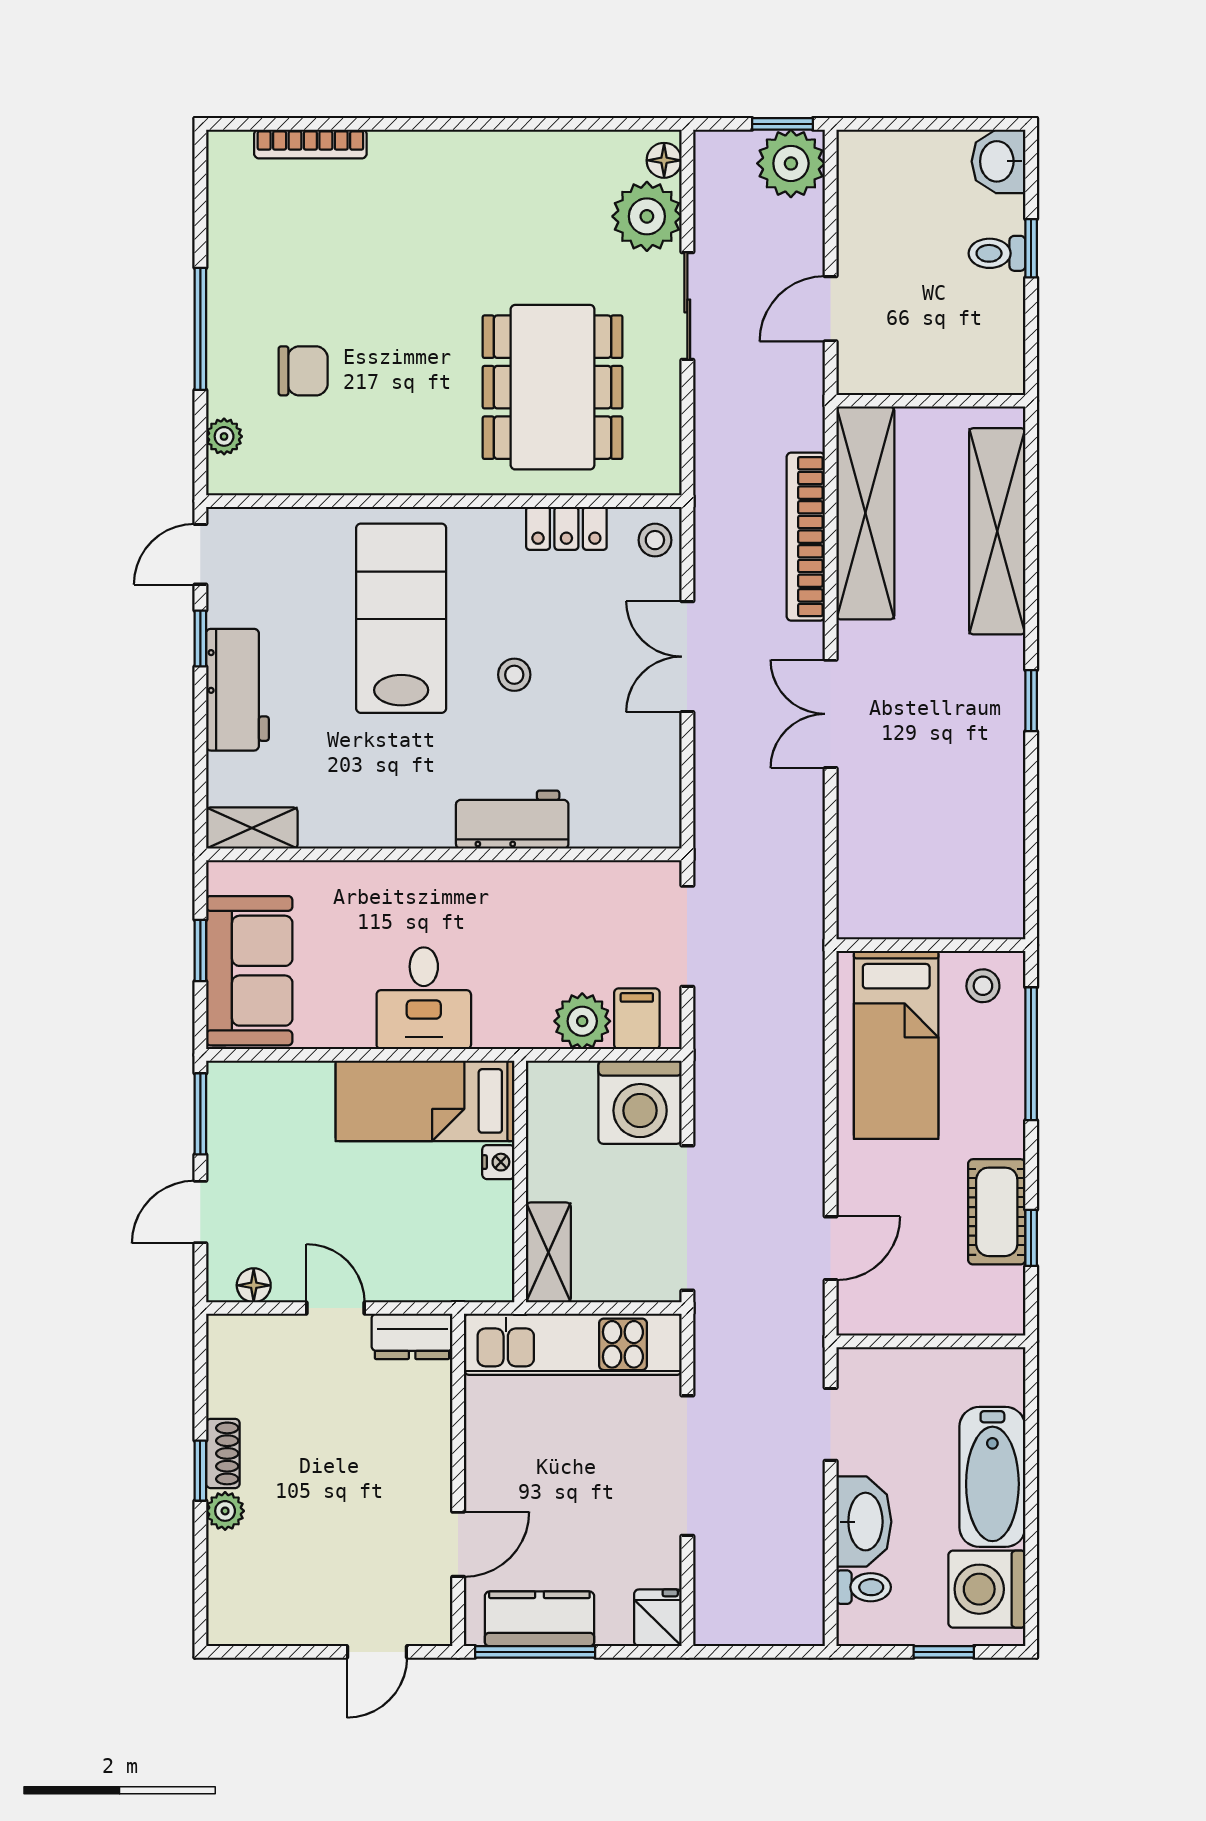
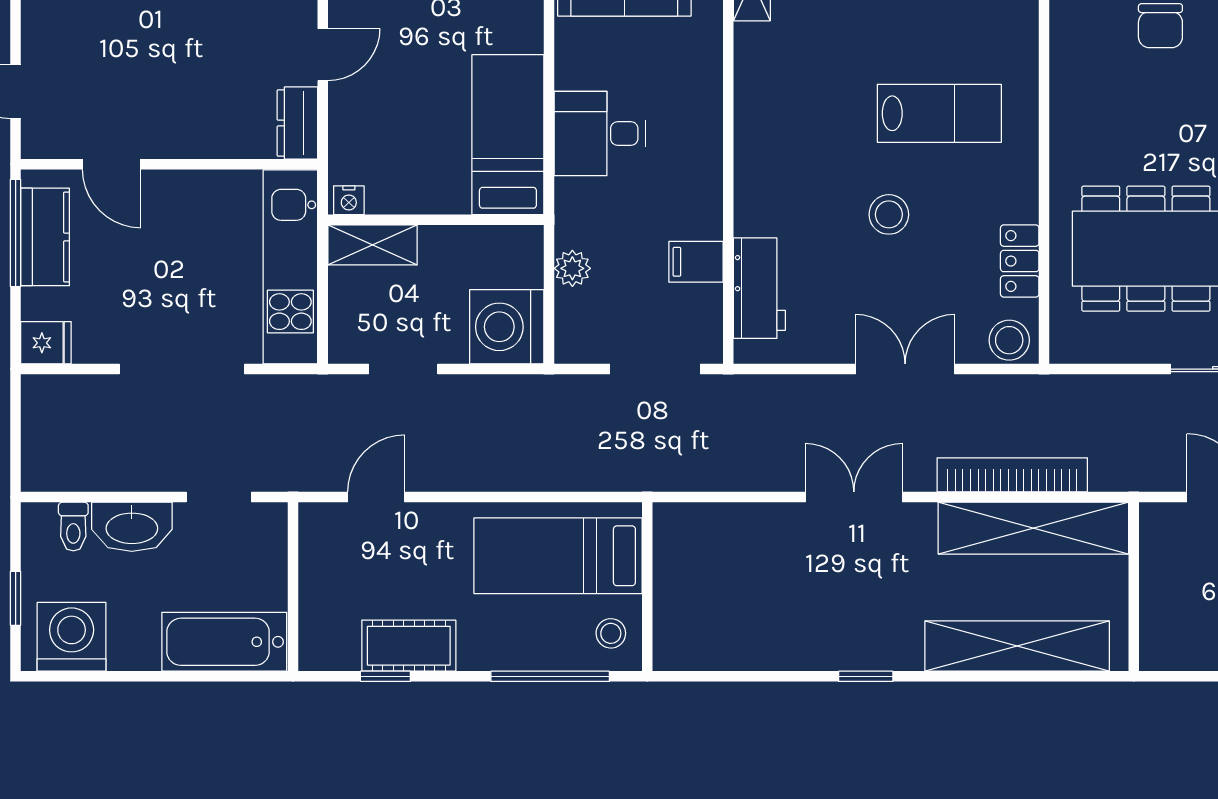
stool: (655, 540) -> (1009, 340), width x1.37, depth x1.37
lab bench: (401, 618) -> (939, 113), width x0.73, depth x0.72
stool: (514, 675) -> (889, 214), width x1.37, depth x1.37
workbench: (512, 820) -> (759, 288), moved
filing cabinet: (637, 1019) -> (696, 262), moved, turned 180
plant: (582, 1021) -> (572, 268), width x0.73, depth x0.73
nightstand: (498, 1162) -> (349, 200), moved
doorway: (687, 1218) -> (403, 369), width x0.53
door: (831, 1248) -> (376, 497), swing flipped
bathtub: (992, 1477) -> (224, 642), moved

